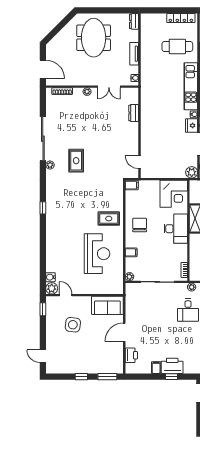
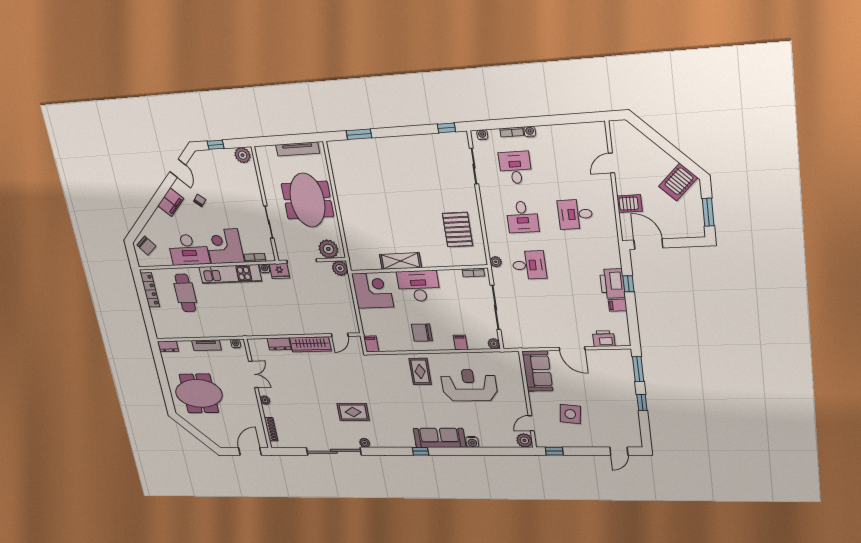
wardrobe: (133, 138) -> (310, 344), added
sofa: (54, 224) -> (439, 438), added
water cooler: (51, 277) -> (472, 442), moved

